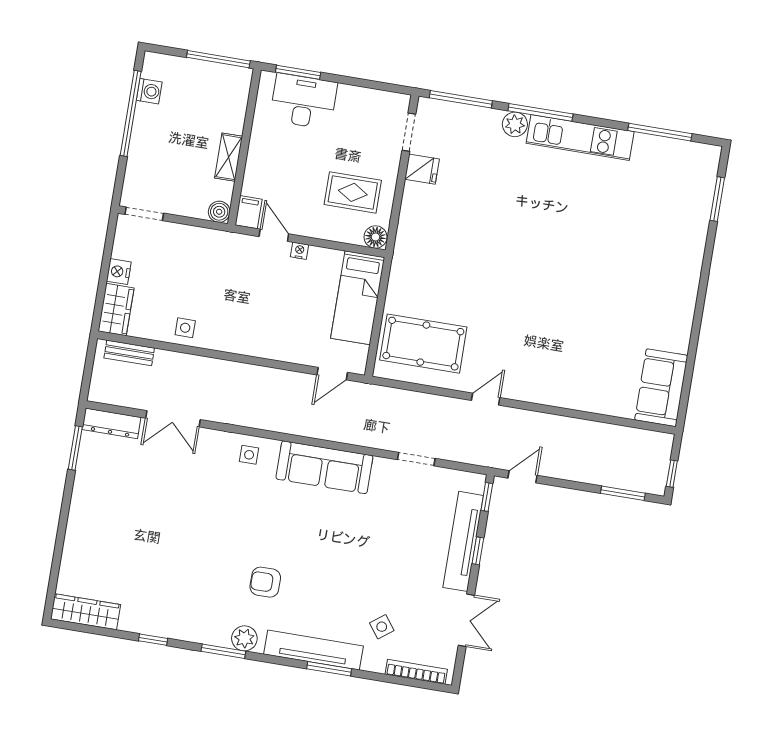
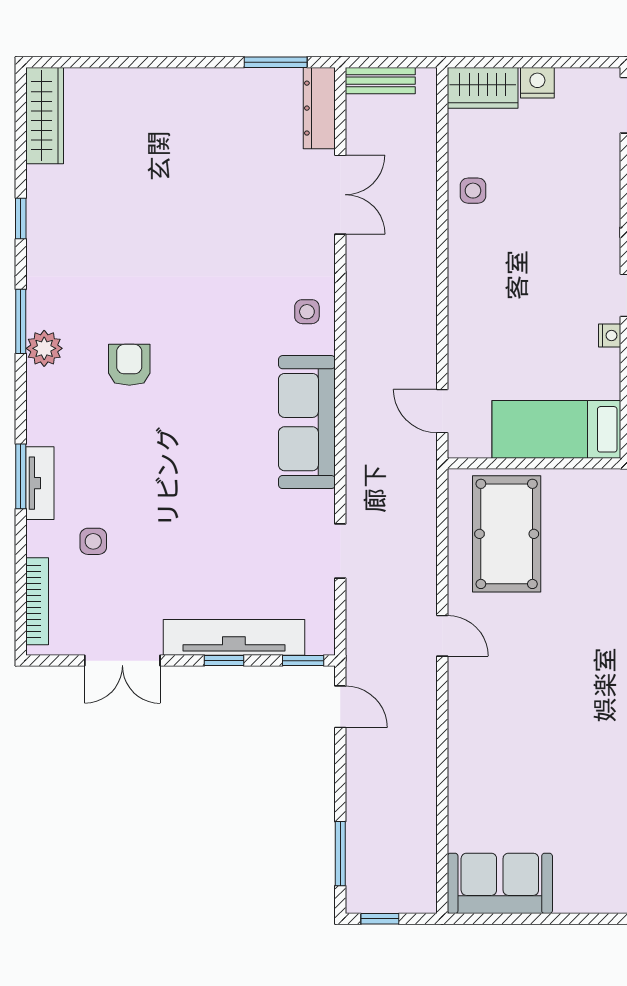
bench: (129, 353) -> (380, 81), moved, turned 90
double door: (173, 419) -> (340, 195), swing flipped
side table: (382, 627) -> (93, 541), turned 37
tv unit: (313, 650) -> (40, 483), width x0.52, depth x0.78

